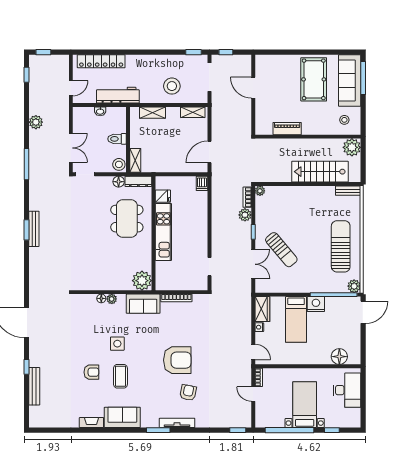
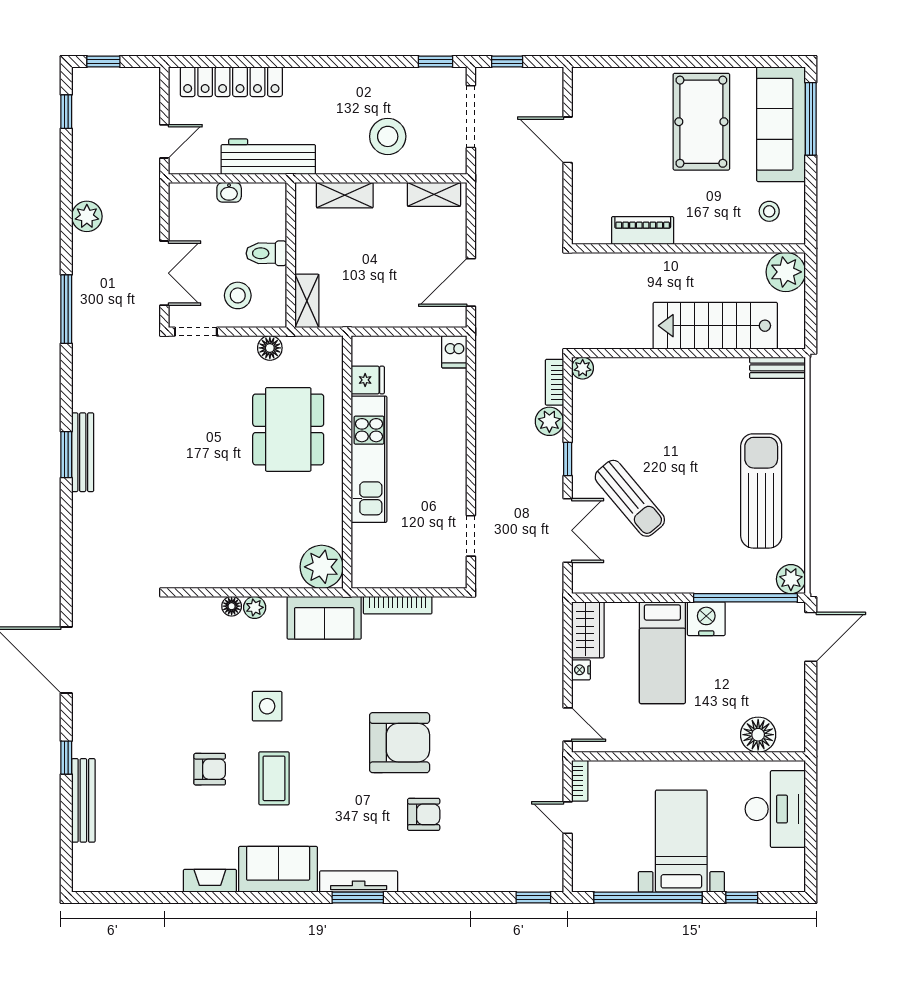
stool: (119, 164) -> (238, 295), moved
dresser: (138, 181) -> (314, 347), removed
armchair: (188, 393) -> (424, 814), turned 79
tv unit: (177, 423) -> (359, 881), moved

